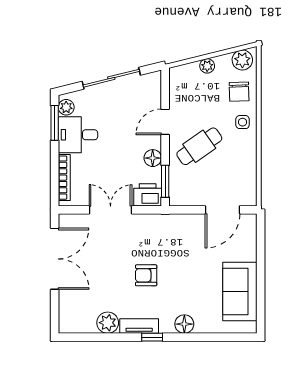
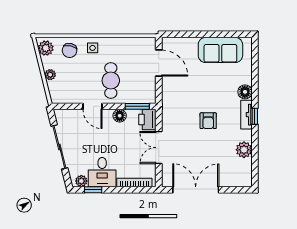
chair: (239, 92) -> (70, 50), turned 104
window: (55, 123) -> (93, 190), width x0.67
cafe table: (199, 146) -> (111, 81), turned 35
tv unit: (139, 326) -> (247, 115), moved

